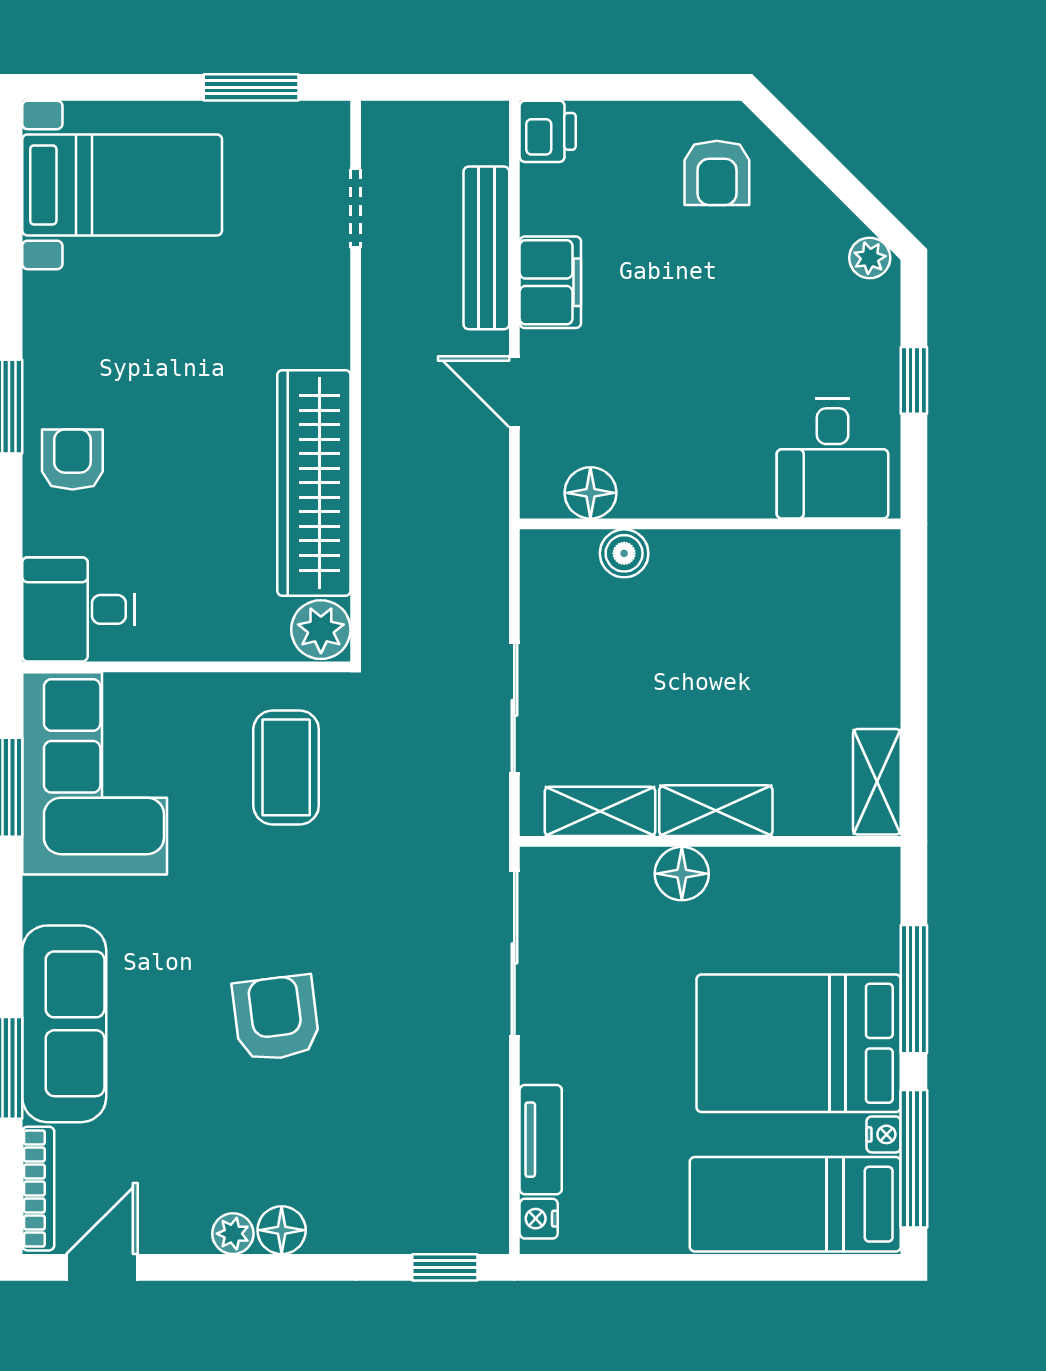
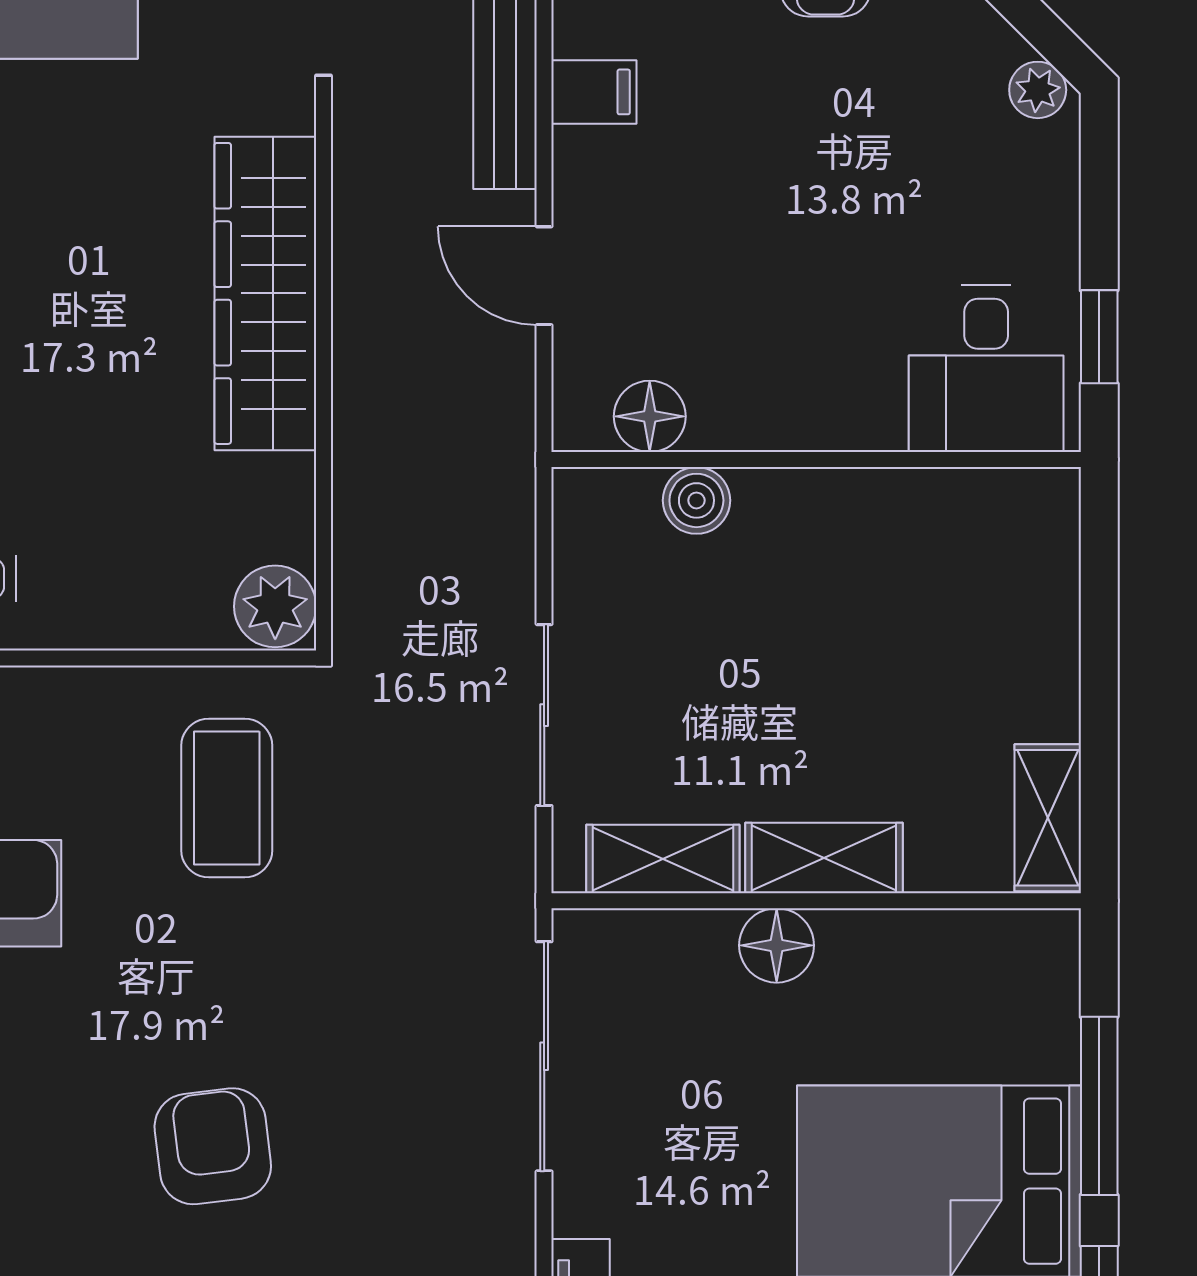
filing cabinet: (550, 282) -> (594, 92), width x0.50
window: (914, 380) -> (1099, 337), moved
wardrobe: (314, 483) -> (265, 293), moved

